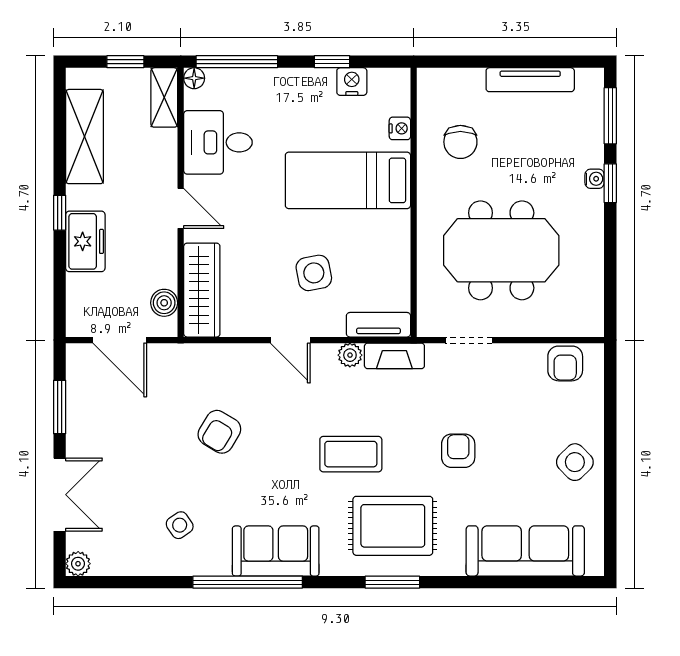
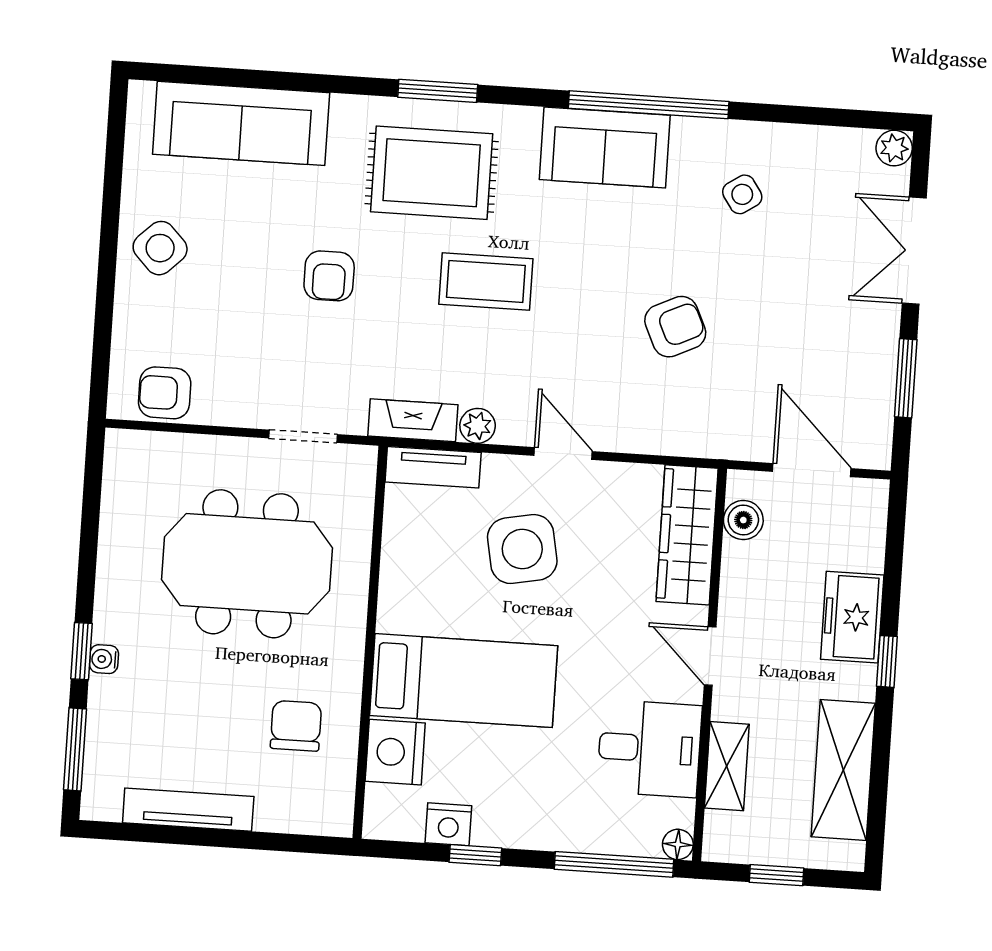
shelving: (164, 97) -> (727, 766), moved
nightstand: (400, 128) -> (395, 752), width x1.89, depth x1.79
side table: (314, 273) -> (522, 549), width x1.37, depth x1.37
armchair: (565, 363) -> (165, 393), turned -90
armchair: (219, 432) -> (675, 327), turned 34

